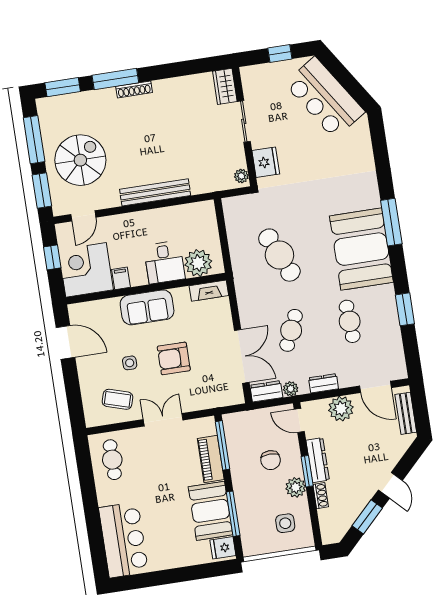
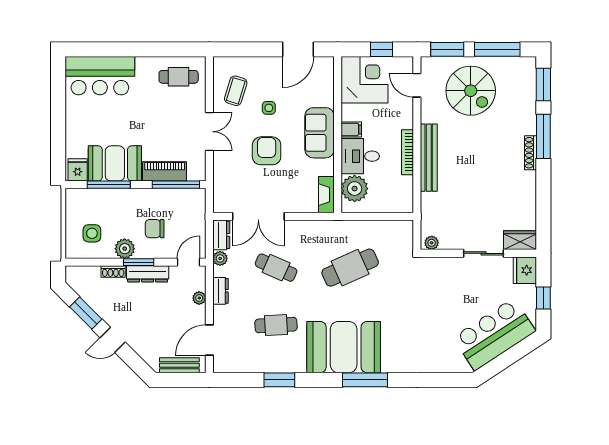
fridge: (266, 162) -> (525, 270), moved, turned 90
bookcase: (153, 215) -> (407, 152), added
filing cabinet: (121, 278) -> (351, 130), moved
plant: (341, 409) -> (199, 298), width x0.53, depth x0.53

